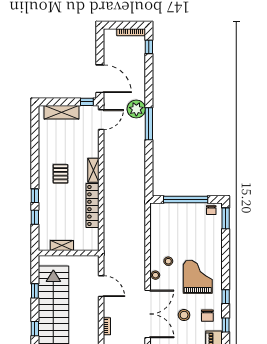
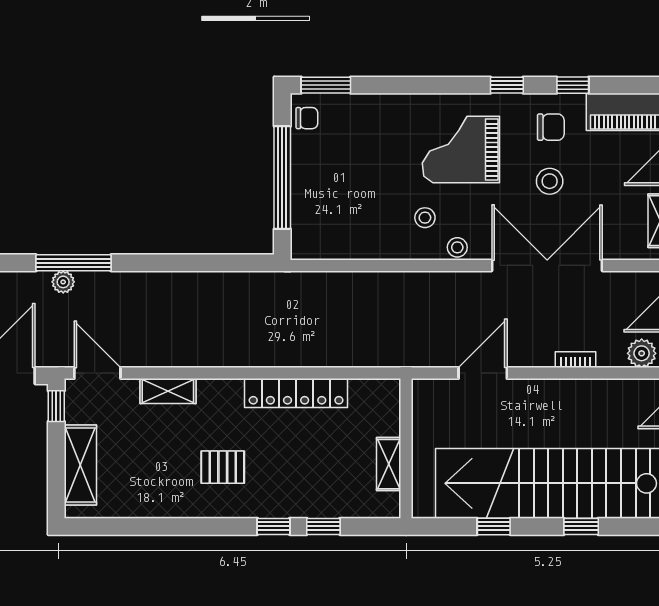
plant: (136, 109) -> (63, 282), width x0.53, depth x0.53
window: (149, 124) -> (74, 263), moved
shelving: (93, 170) -> (168, 391), moved

